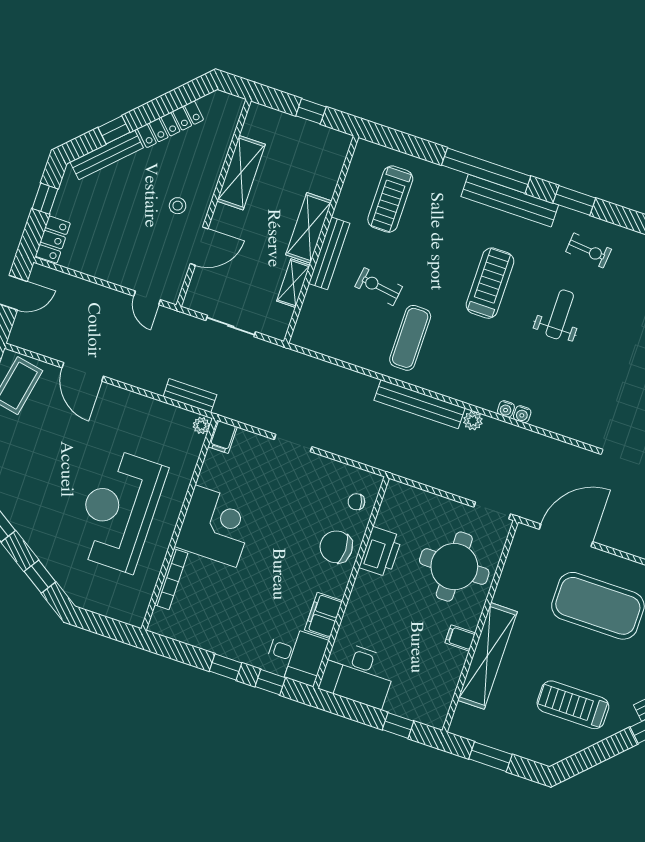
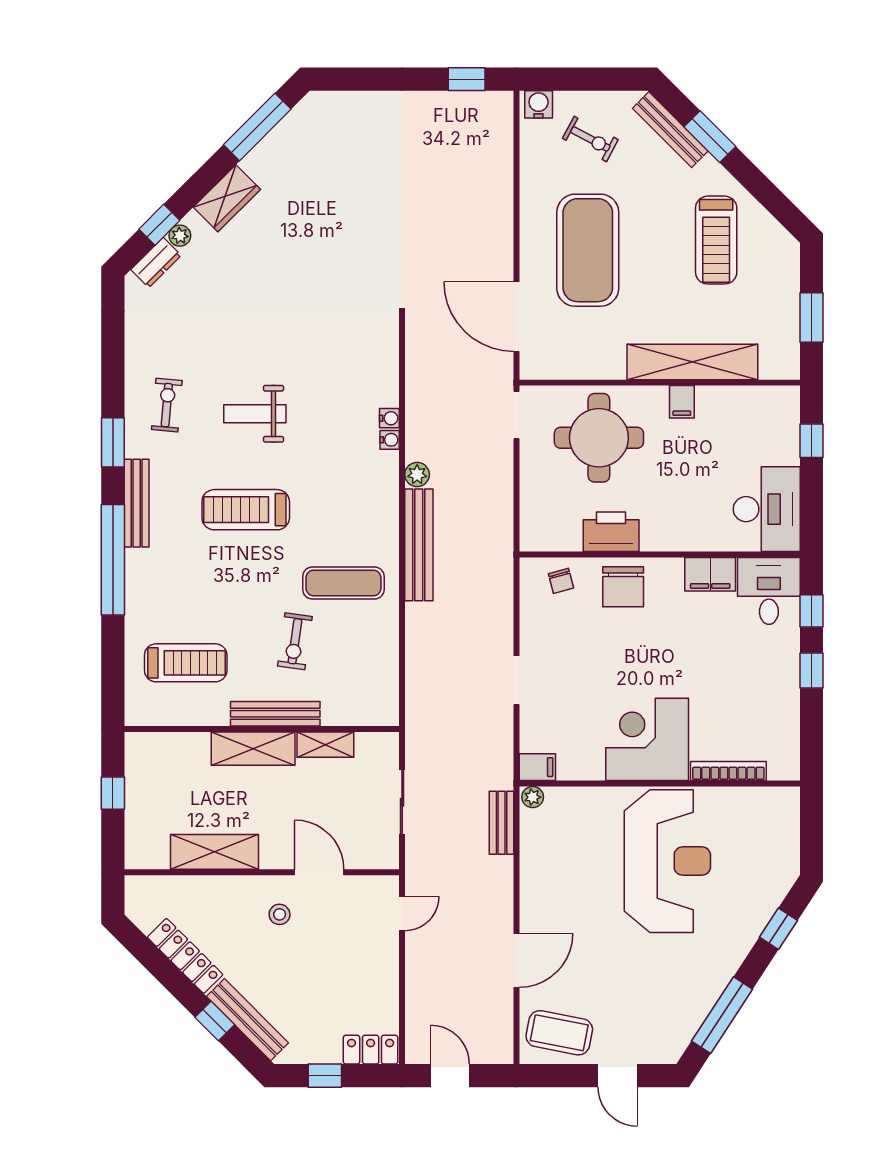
bench: (510, 201) -> (137, 503), width x0.73, depth x0.82
reception desk: (119, 510) -> (667, 861), turned -90

